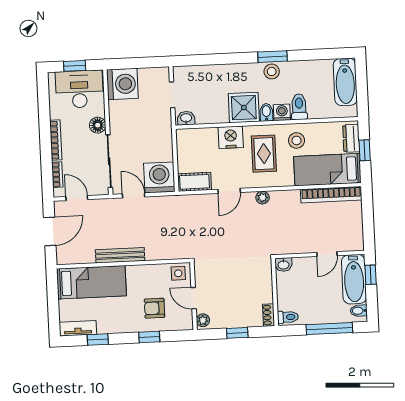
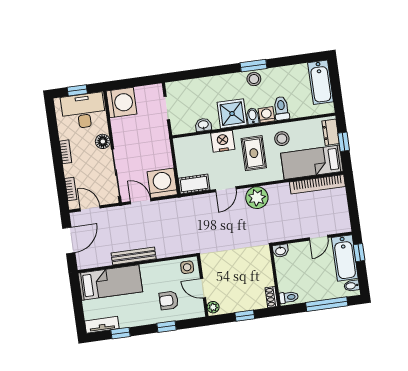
washbasin: (186, 118) -> (203, 125), moved
bookcase: (56, 140) -> (66, 152), width x0.64
plant: (262, 198) -> (257, 198), width x1.88, depth x1.88

